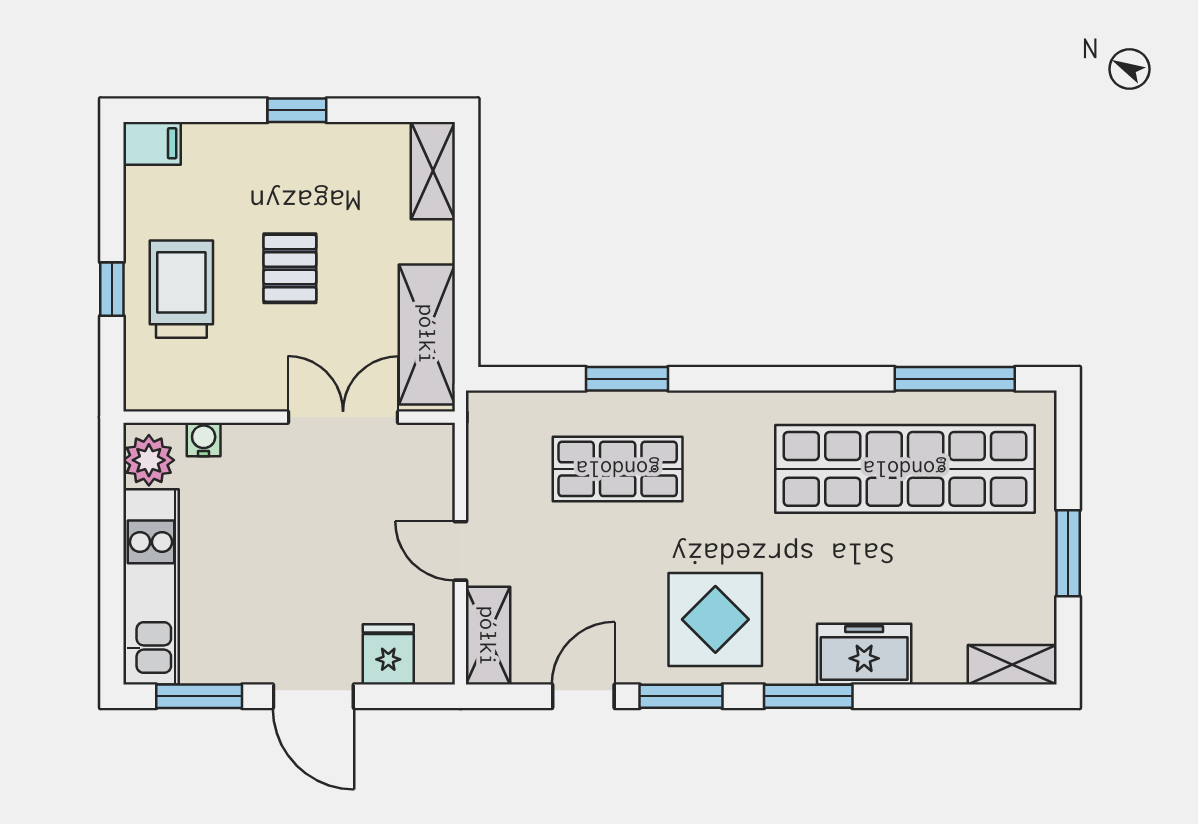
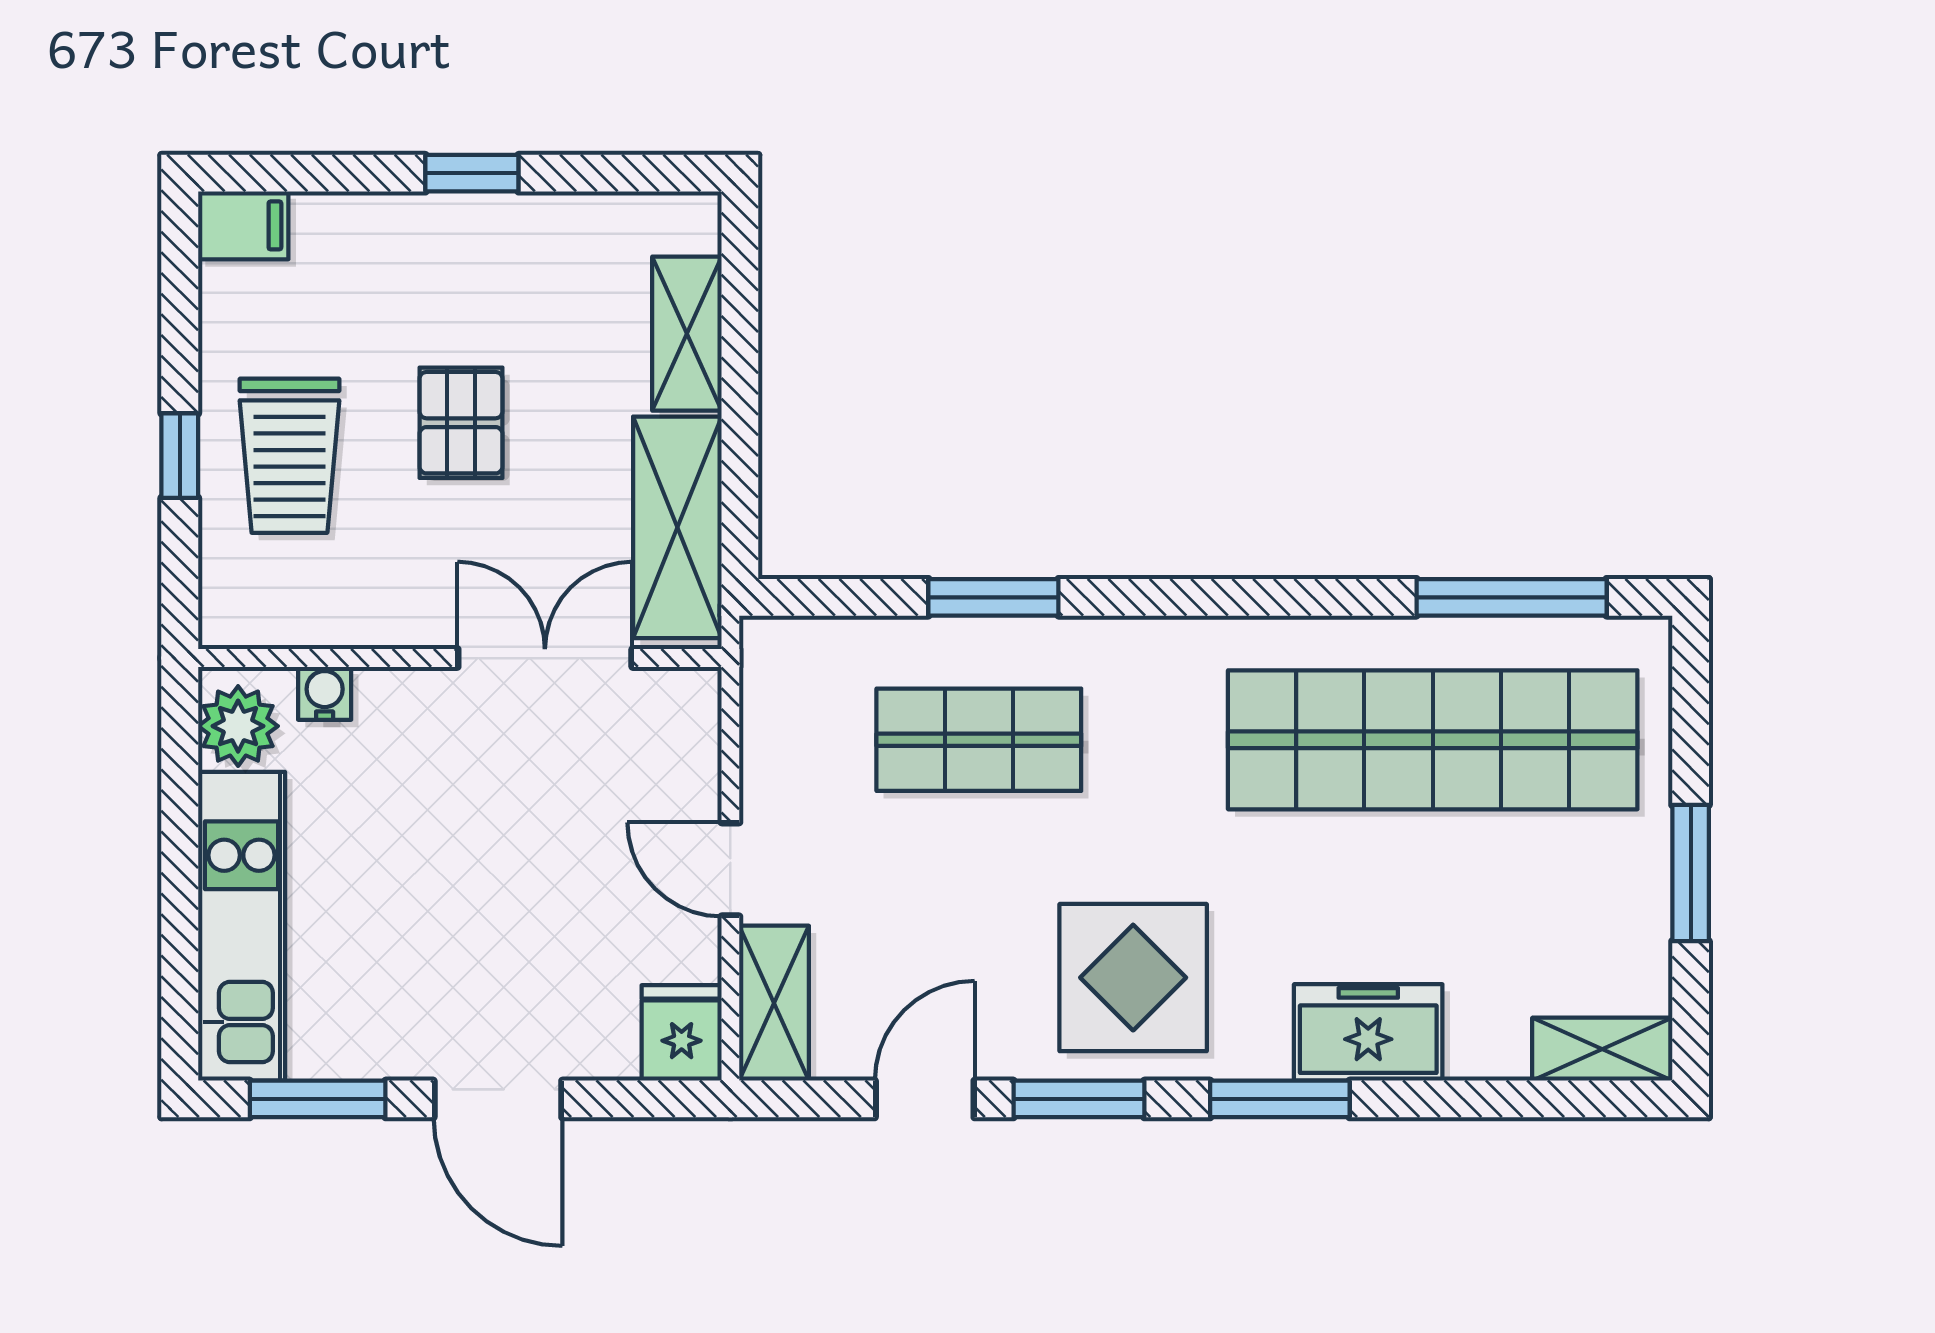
shelving: (433, 171) -> (687, 334), moved
trolley: (181, 289) -> (289, 456), turned 180
fridge: (388, 654) -> (682, 1033), moved

